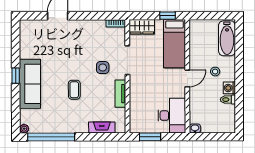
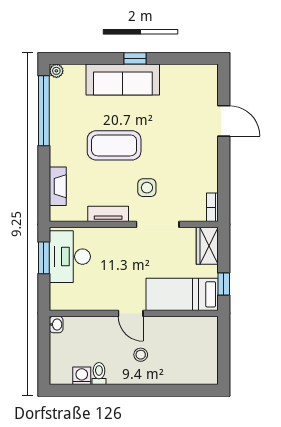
bathtub: (227, 38) -> (190, 372), removed
washing machine: (229, 88) -> (82, 376), moved
coffee table: (74, 90) -> (114, 145), width x1.86, depth x1.72
desk: (172, 116) -> (70, 257), moved, turned 90

